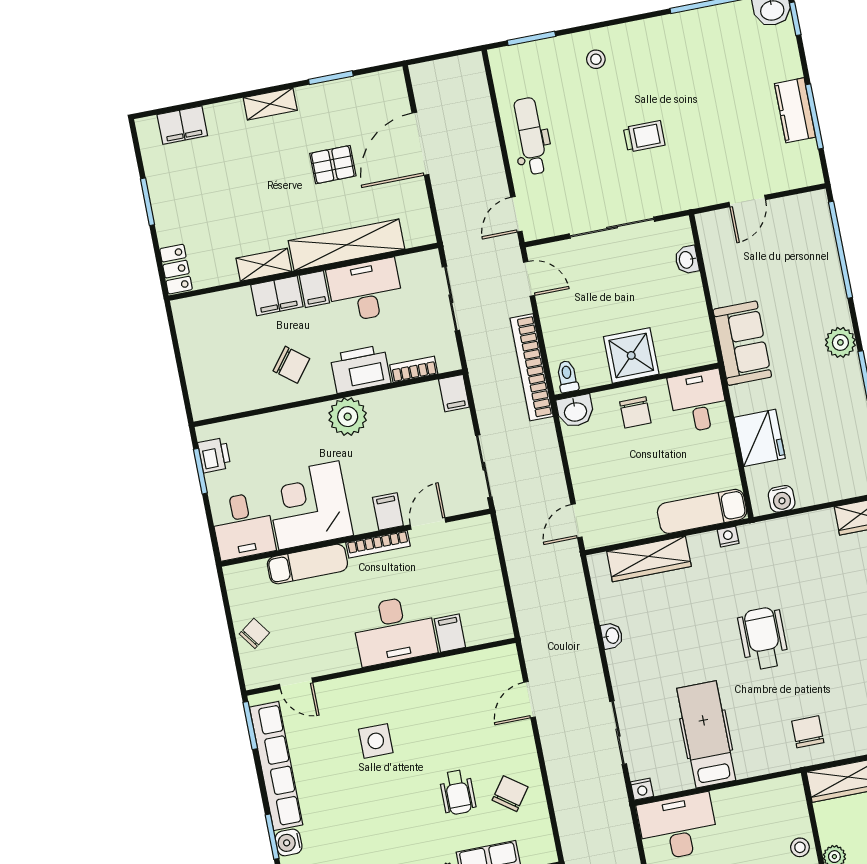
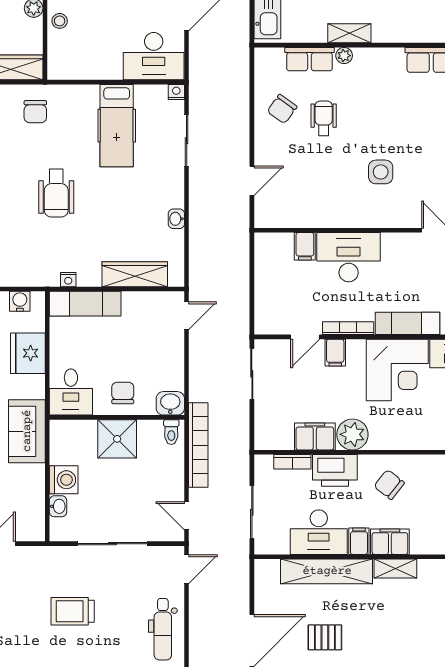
trolley: (644, 136) -> (73, 611), width x1.36, depth x1.39
washing machine: (686, 293) -> (64, 480), added
filing cabinet: (454, 393) -> (315, 437), moved, width x2.00

